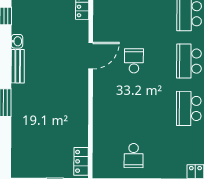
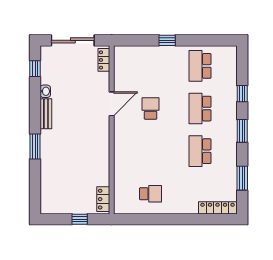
school desk: (134, 156) -> (151, 194), turned -90

